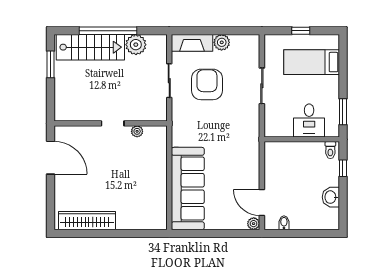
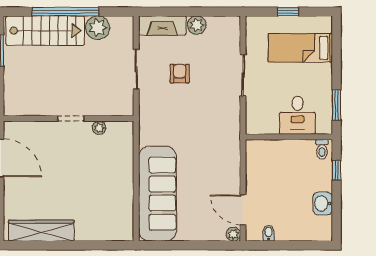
armchair: (207, 84) -> (180, 74), width x0.53, depth x0.53

